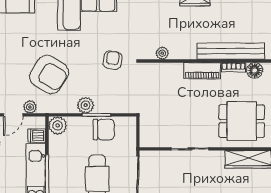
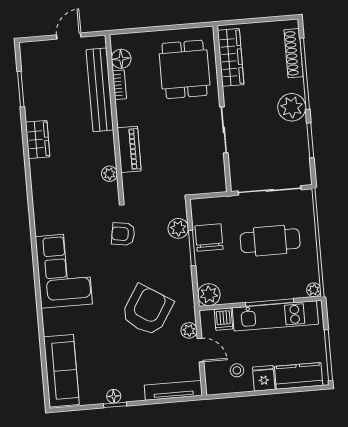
piano: (202, 71) -> (129, 149), moved
plant: (86, 105) -> (178, 228), moved

